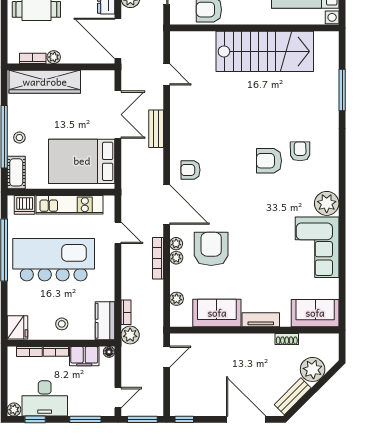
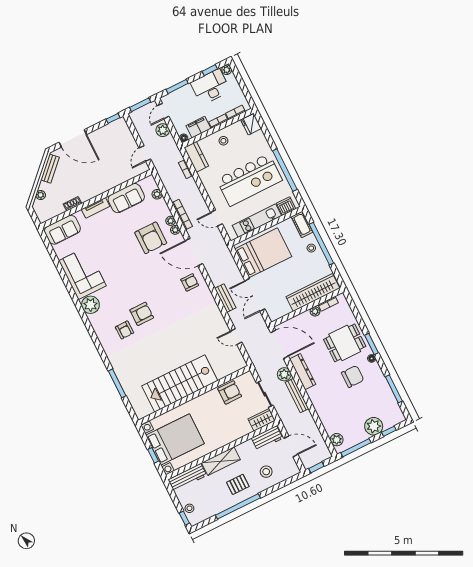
plant: (130, 335) -> (163, 130), moved
plant: (313, 369) -> (41, 195), width x0.53, depth x0.53

